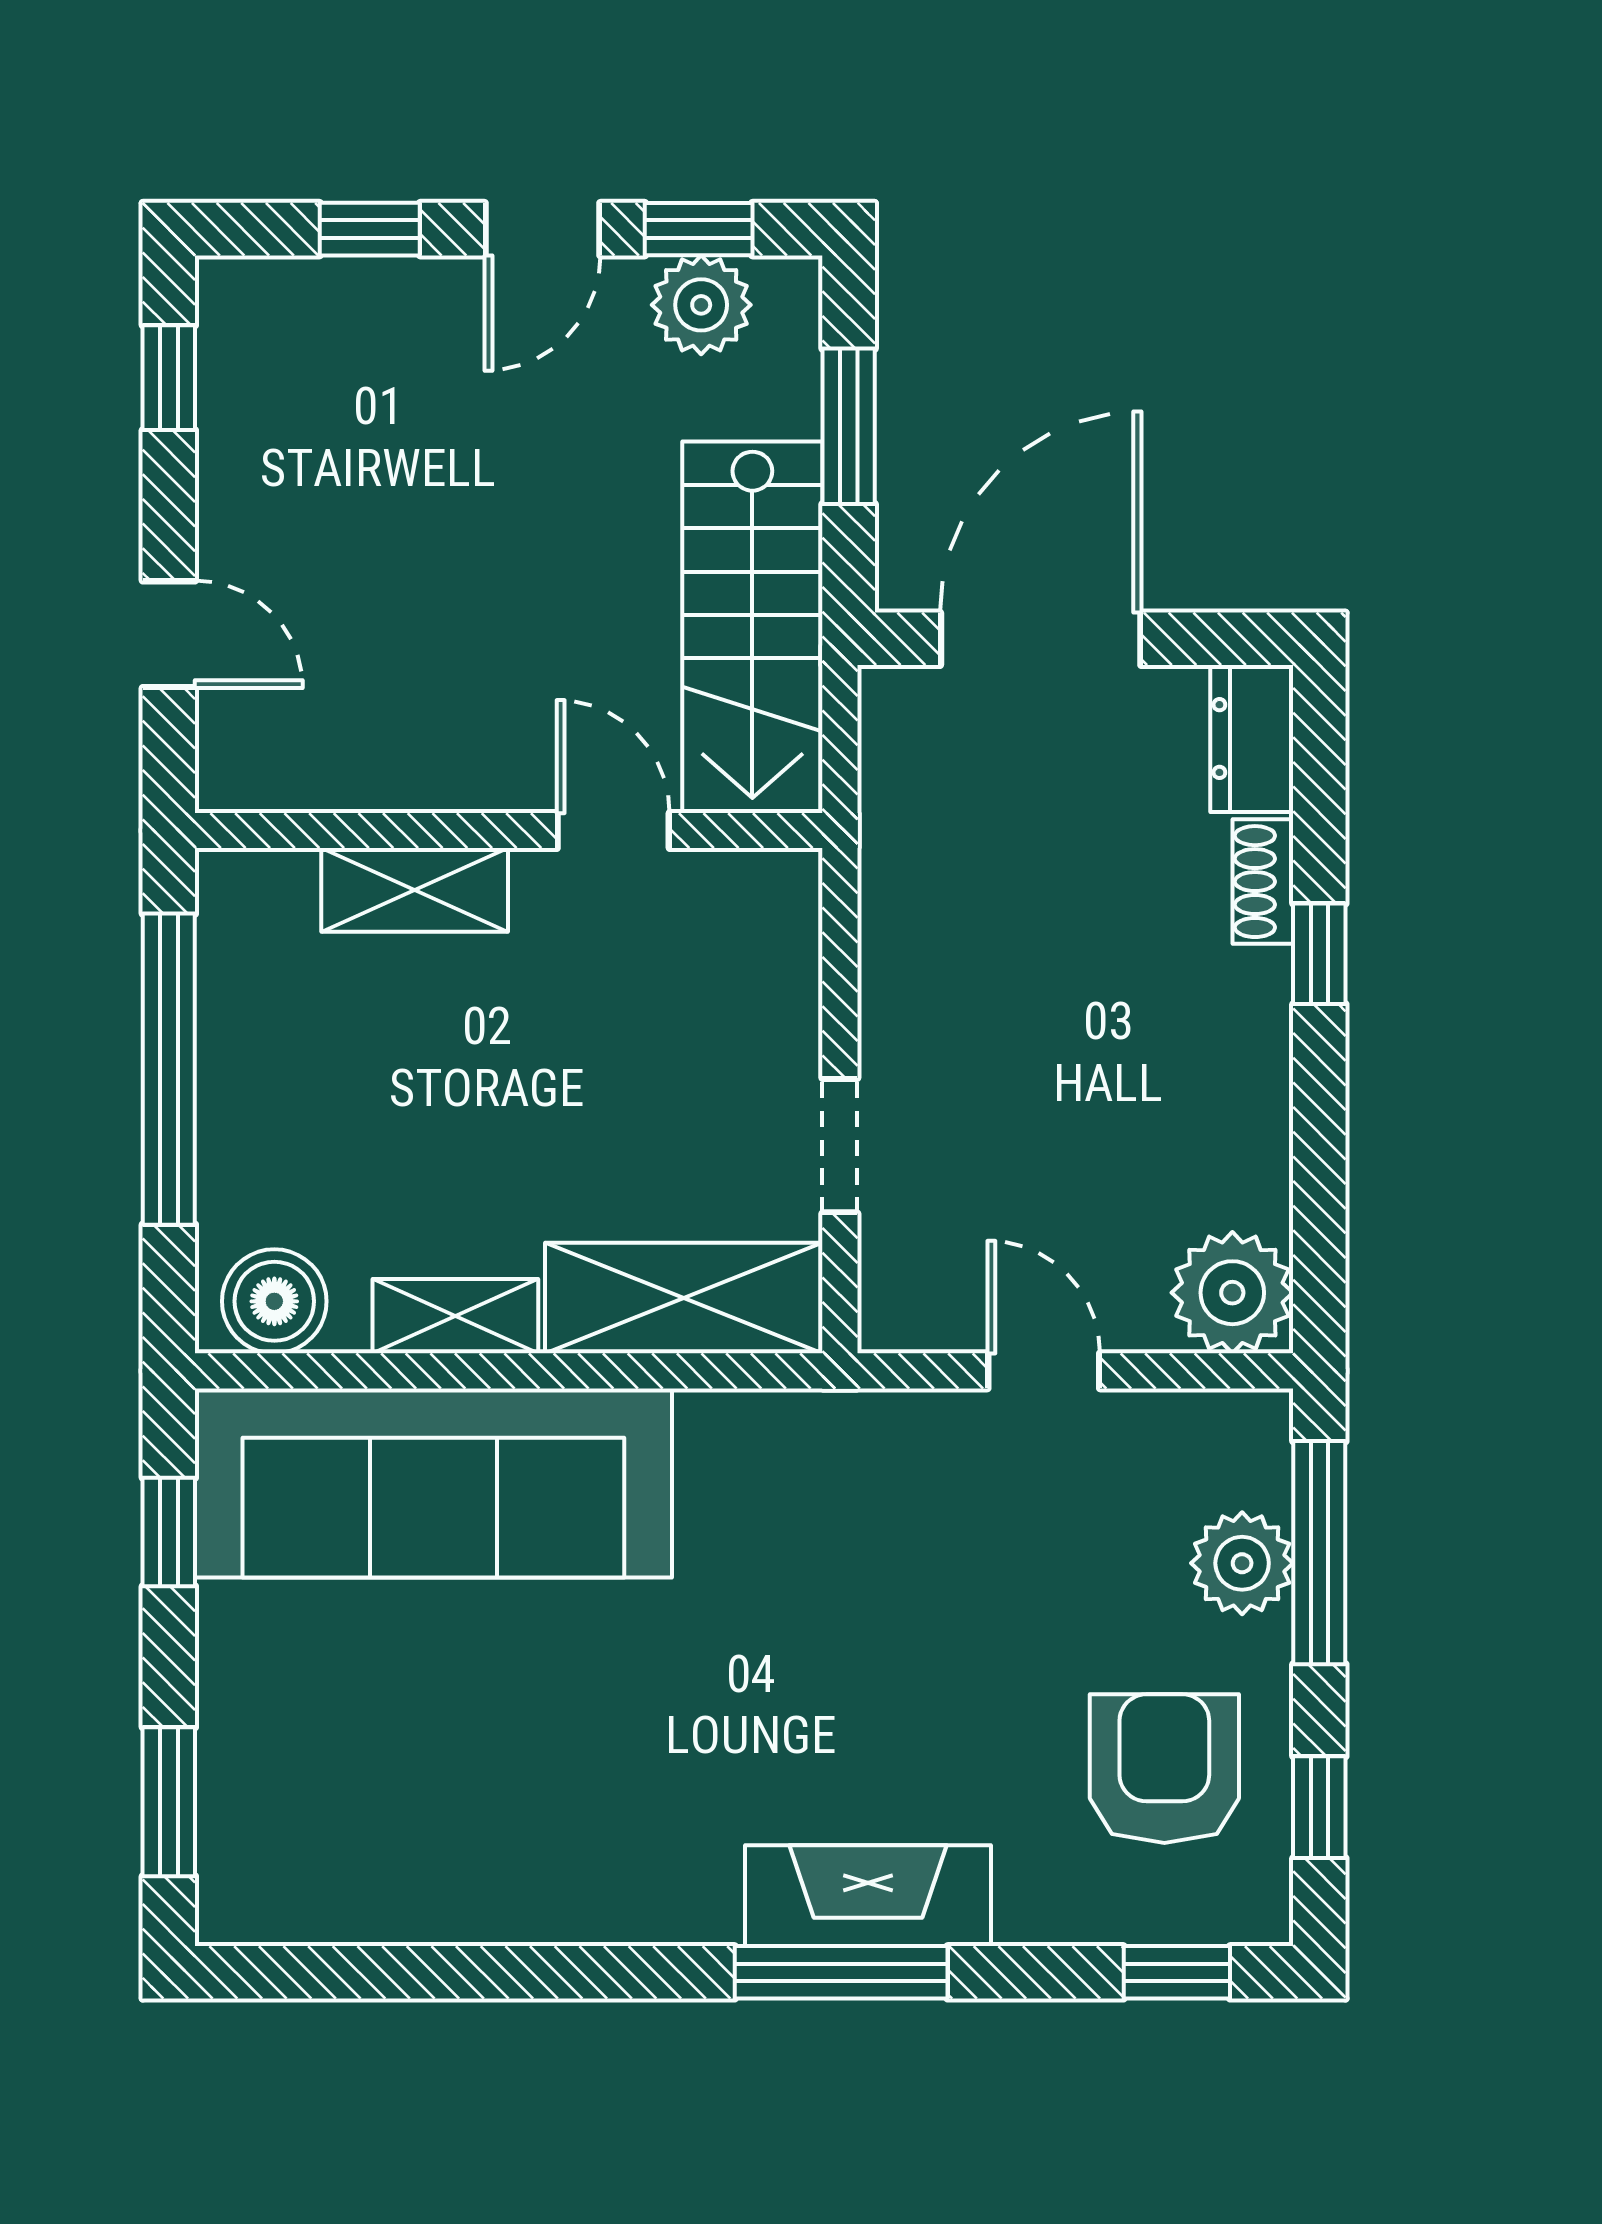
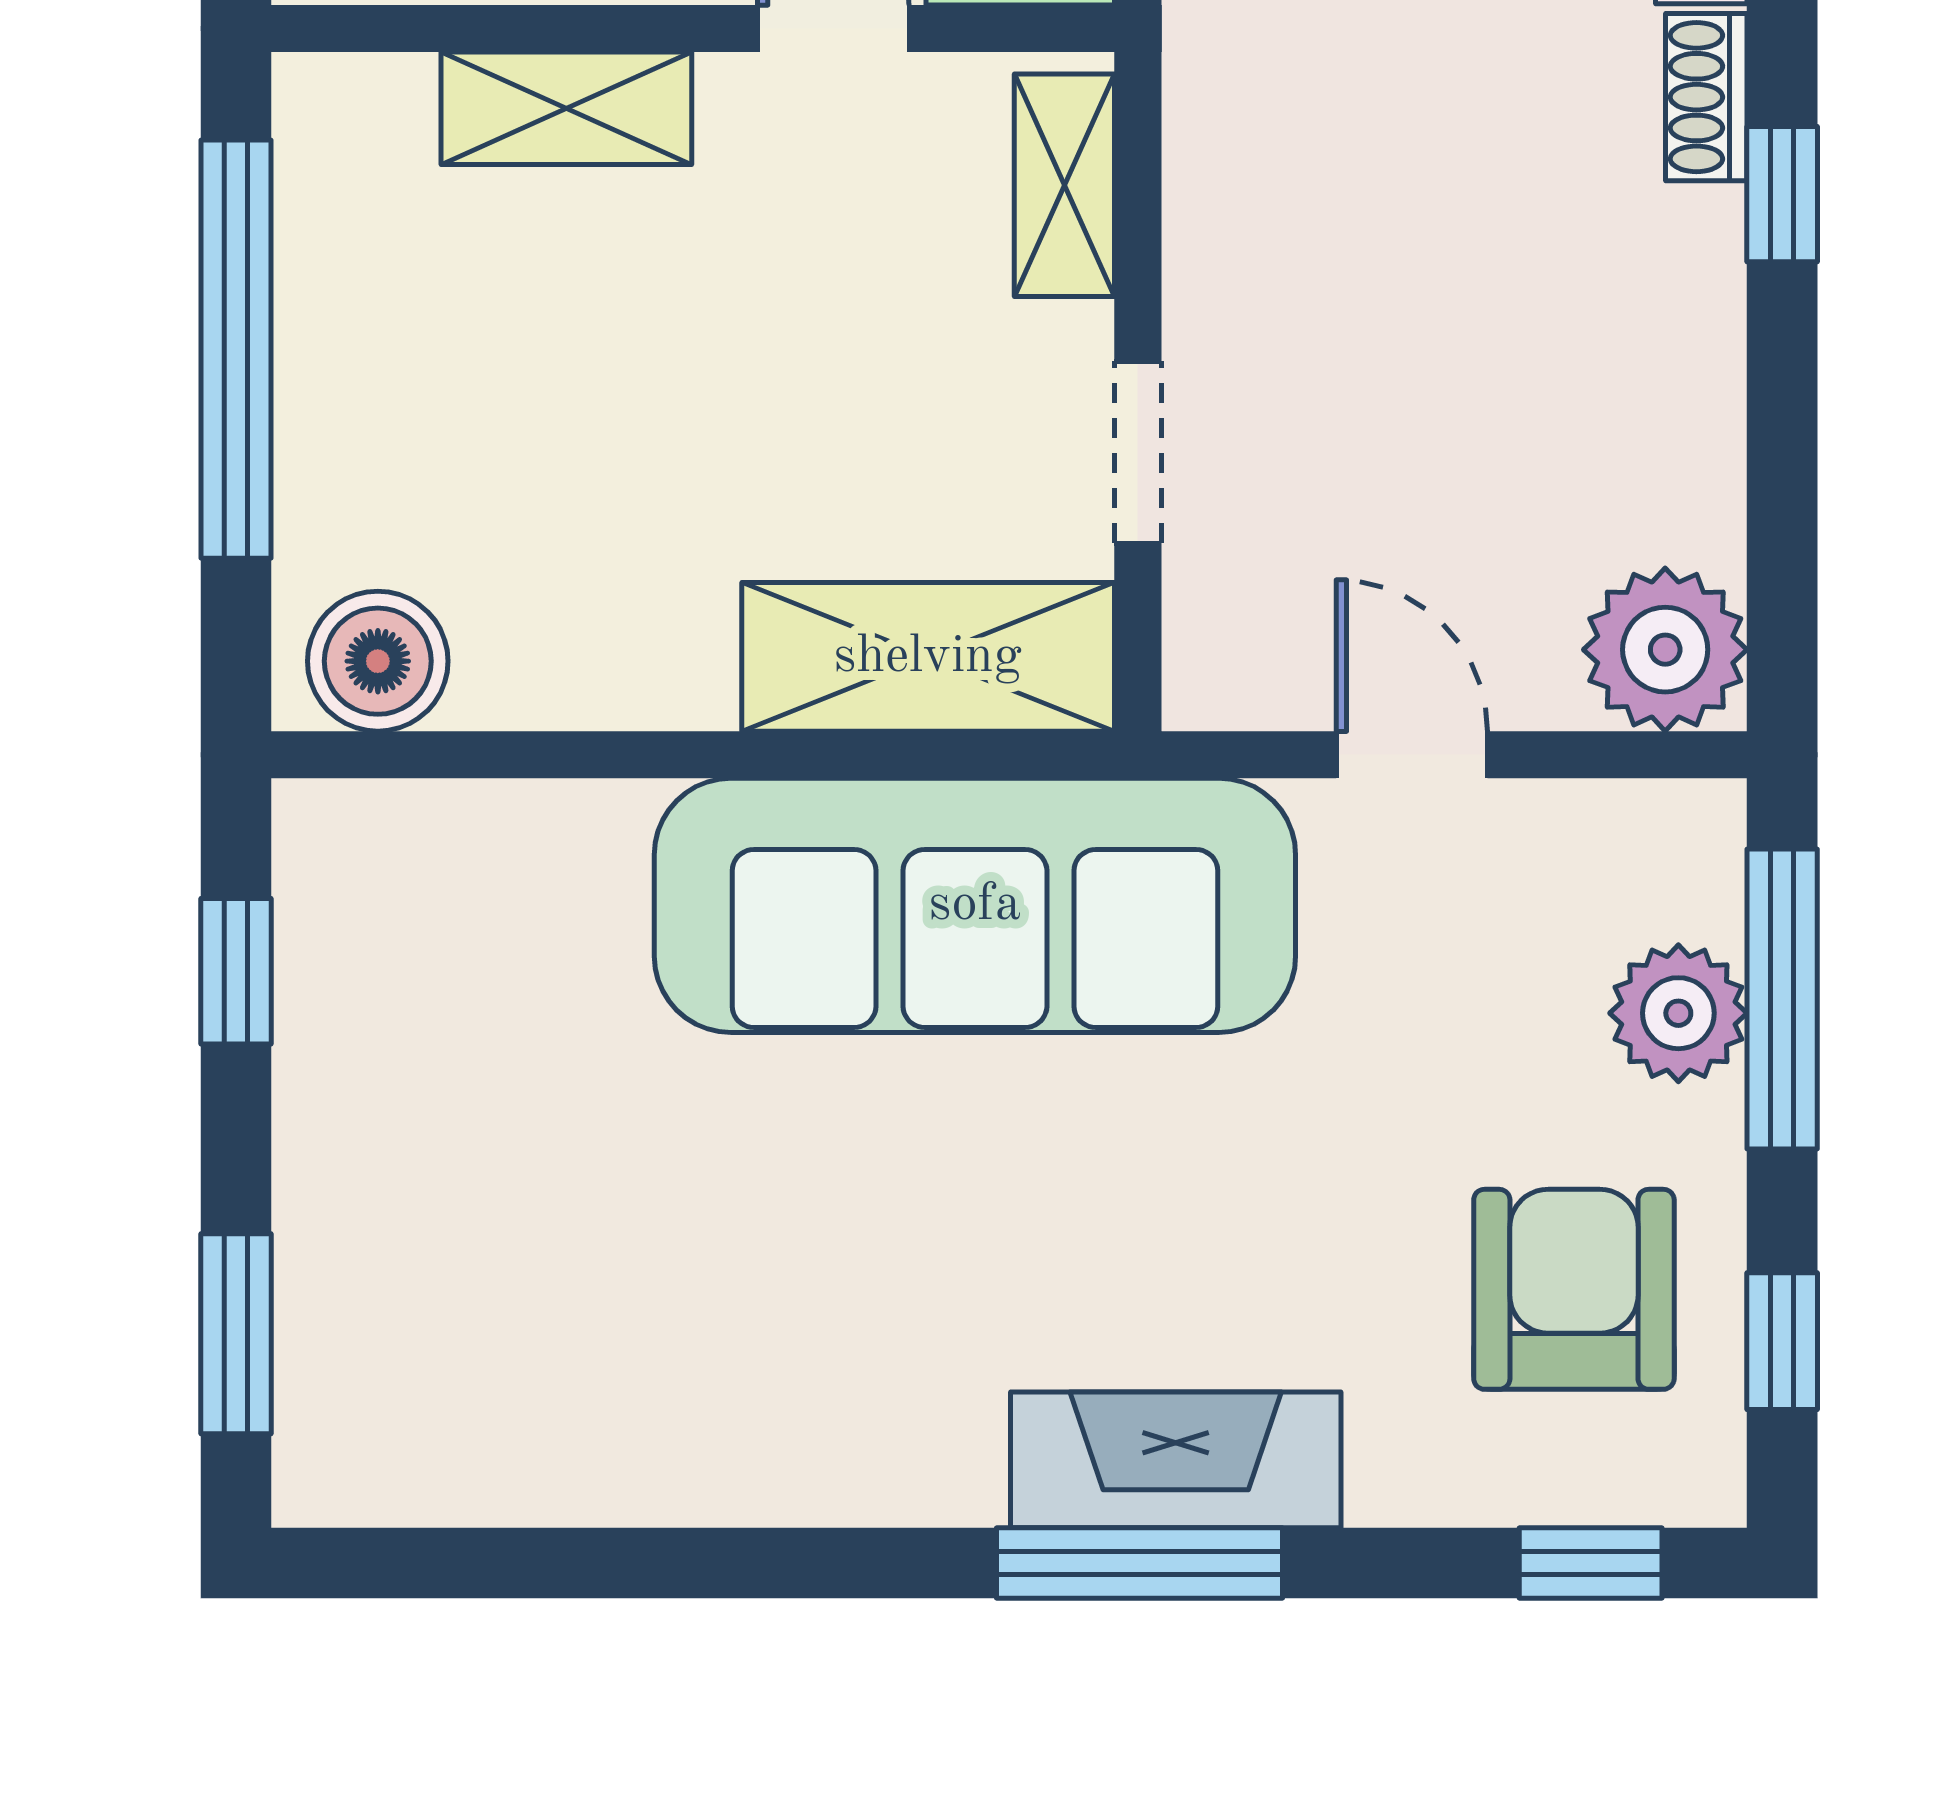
shelving: (455, 1316) -> (1064, 185), moved, turned 90
sofa: (433, 1483) -> (975, 905), moved

